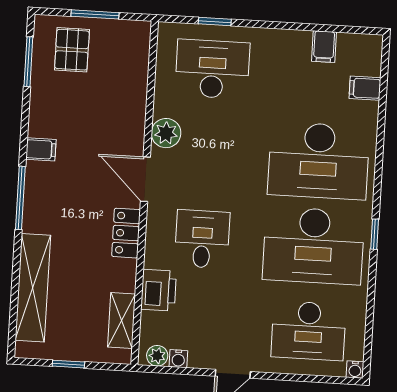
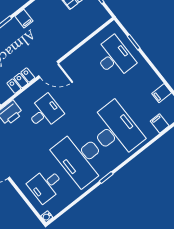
plant: (166, 133) -> (73, 62), removed
desk: (319, 161) -> (115, 130), turned 180
door: (145, 179) -> (48, 70), swing flipped
desk: (308, 331) -> (46, 185), width x0.73

